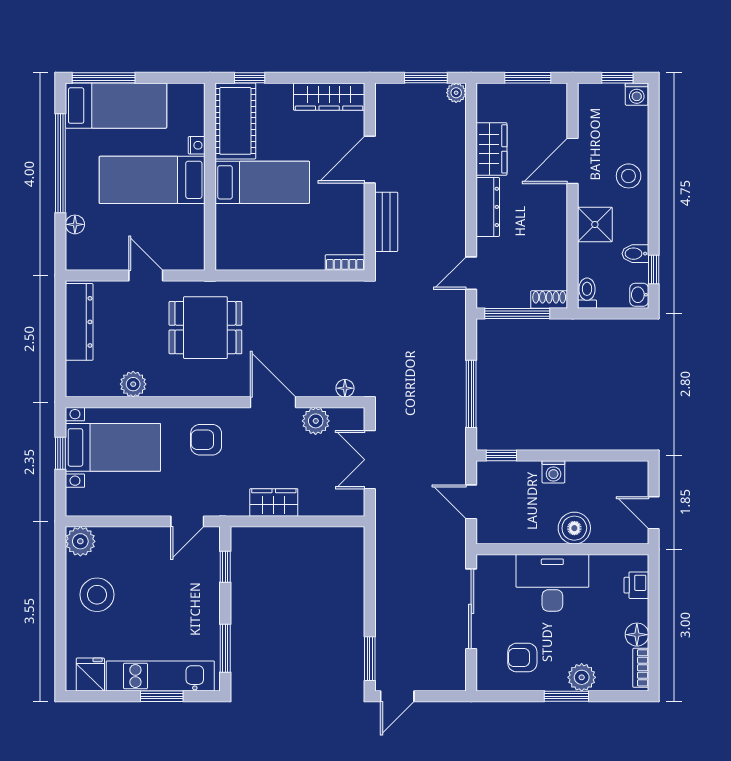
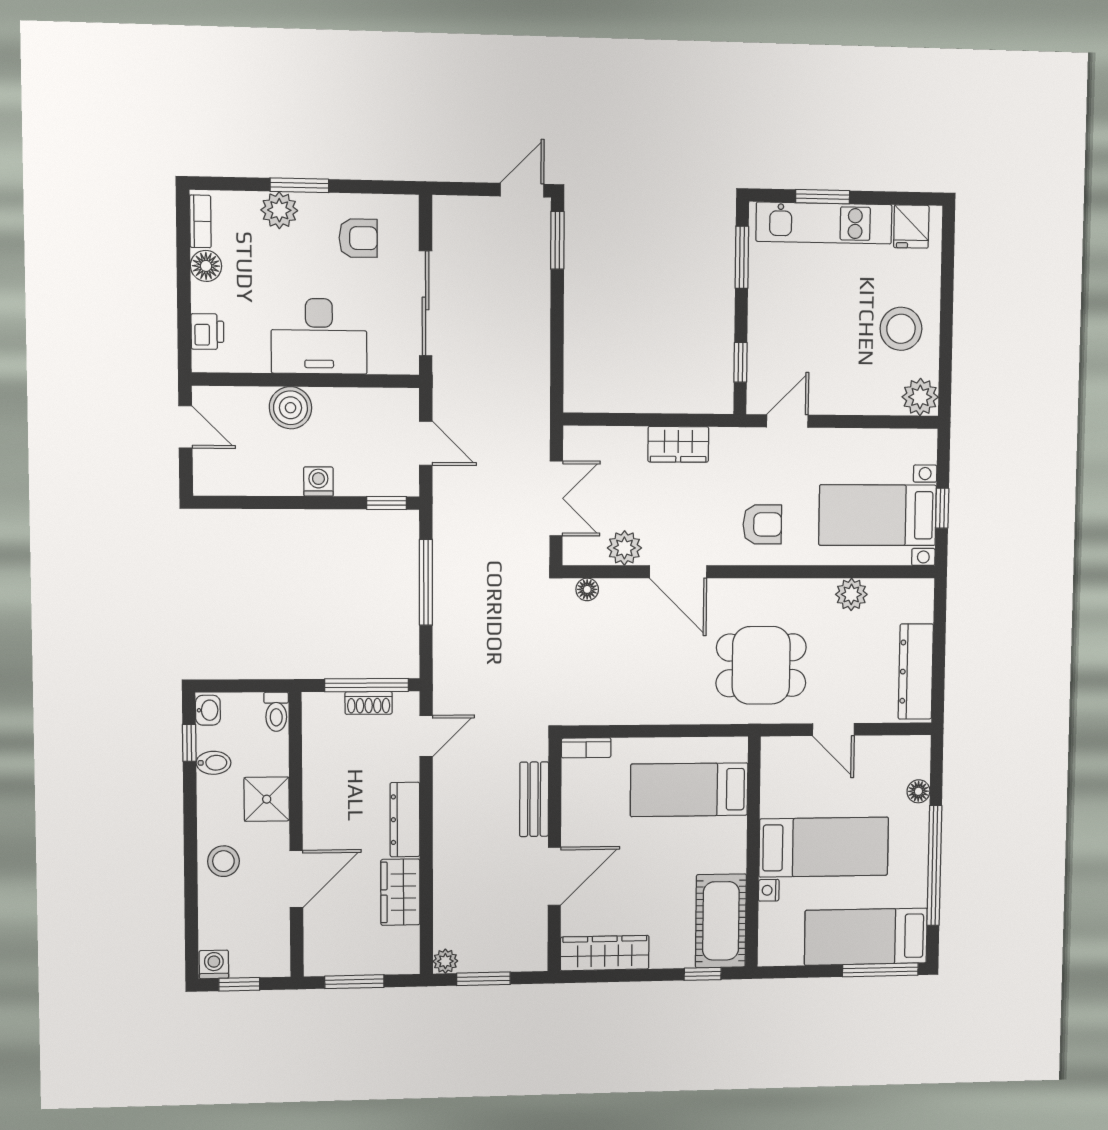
bed: (262, 182) -> (689, 790), moved
shoe rack: (549, 300) -> (369, 703), moved

